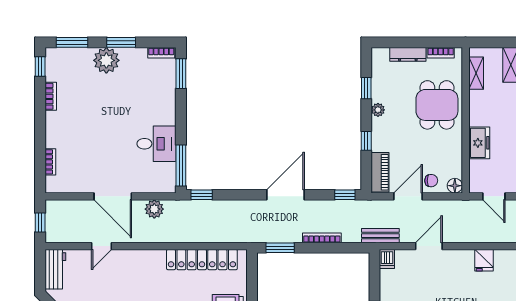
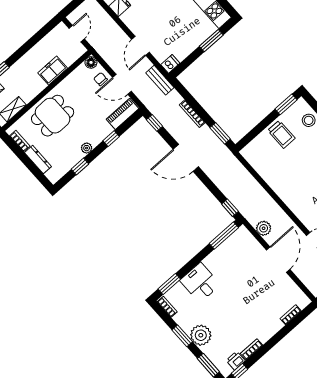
printer: (53, 72) -> (236, 361), added
desk: (156, 144) -> (200, 282), moved
door: (429, 246) -> (141, 46), hinge flipped
locker: (202, 260) -> (268, 173), removed

